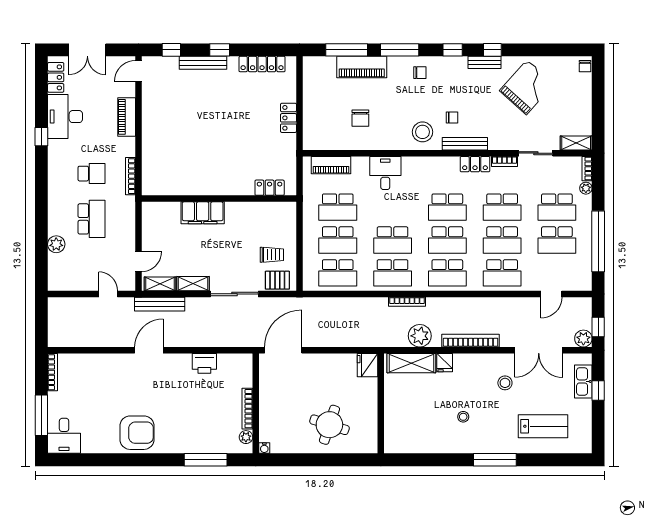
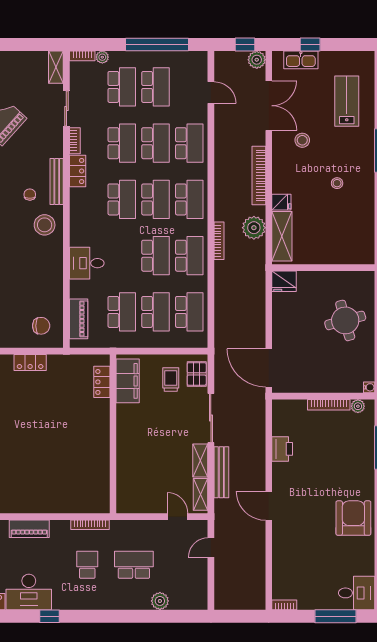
chair: (360, 118) -> (41, 326), moved
filing cabinet: (203, 213) -> (128, 381), moved
bench: (160, 304) -> (221, 472), moved
bookcase: (53, 372) -> (284, 605), width x0.64
round table: (329, 425) -> (345, 320), turned -33

